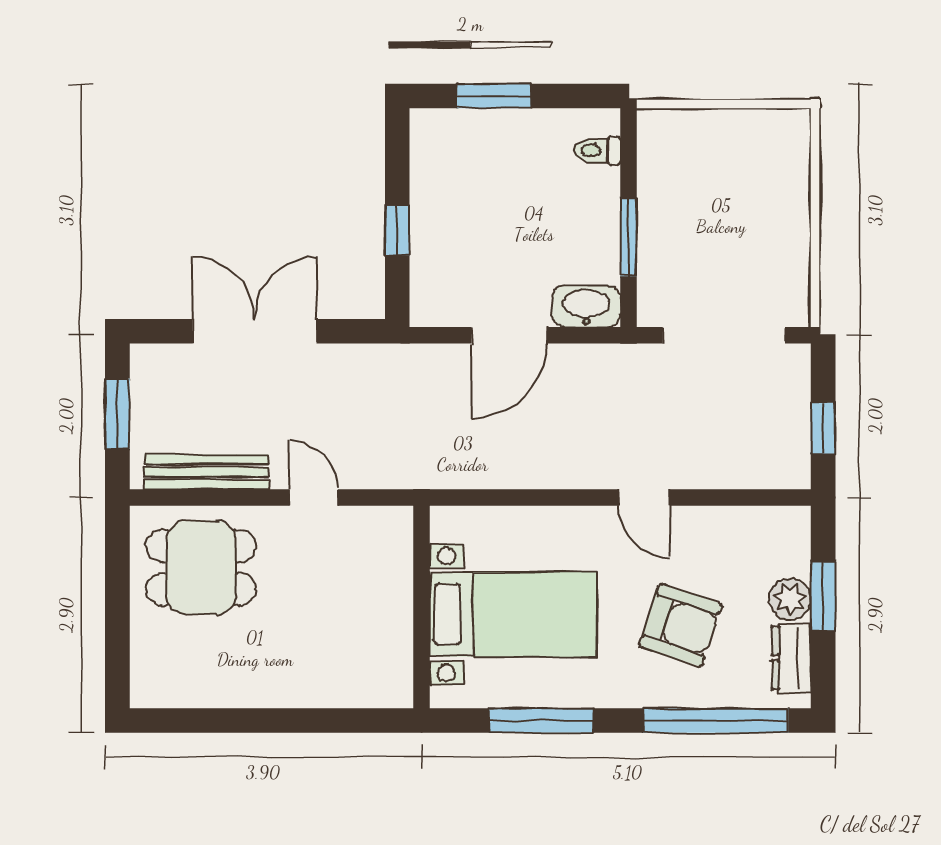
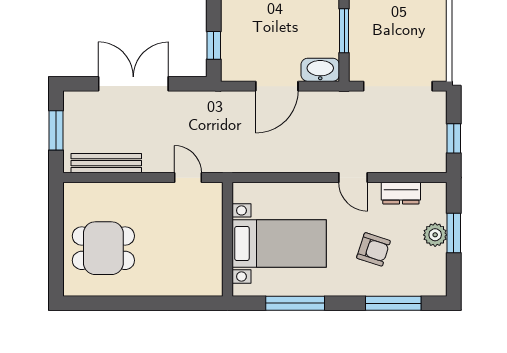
window: (397, 231) -> (214, 45), moved
door: (314, 497) -> (188, 178), moved
dining table: (201, 568) -> (103, 248), moved
armchair: (681, 625) -> (373, 249), width x0.72, depth x0.72
dresser: (791, 658) -> (401, 193), moved, turned -90
window: (716, 721) -> (393, 303), width x0.68

